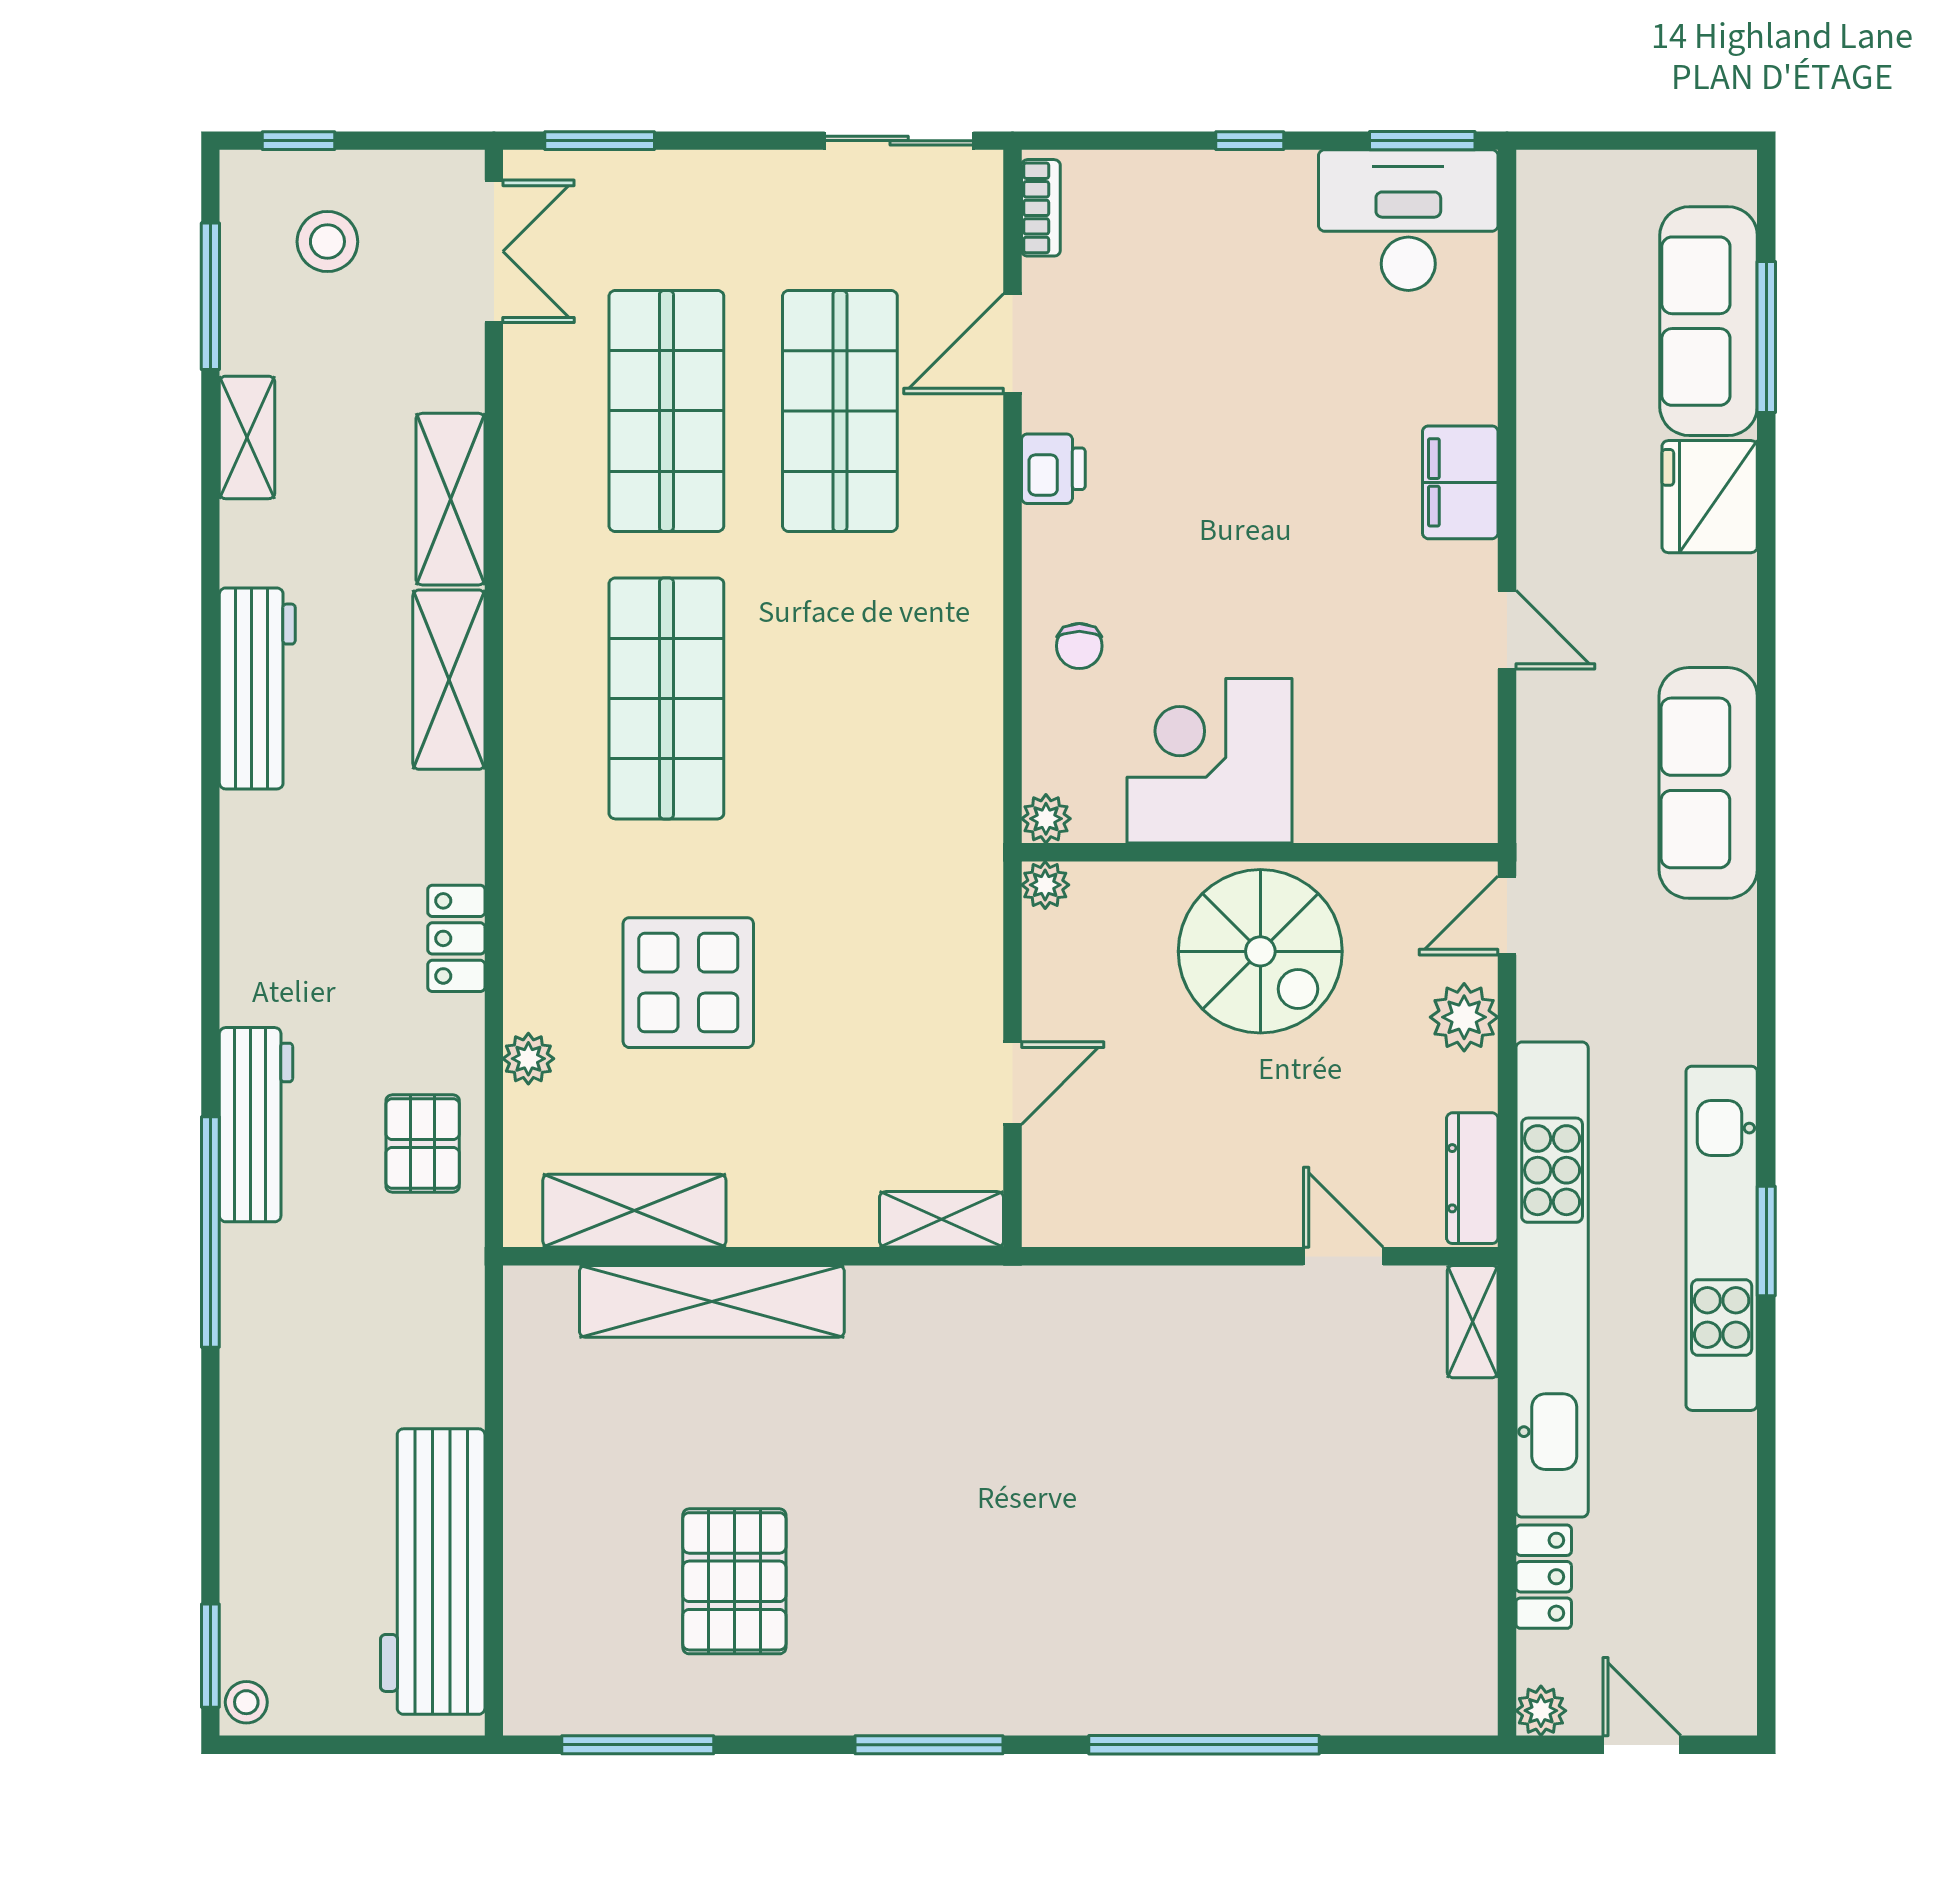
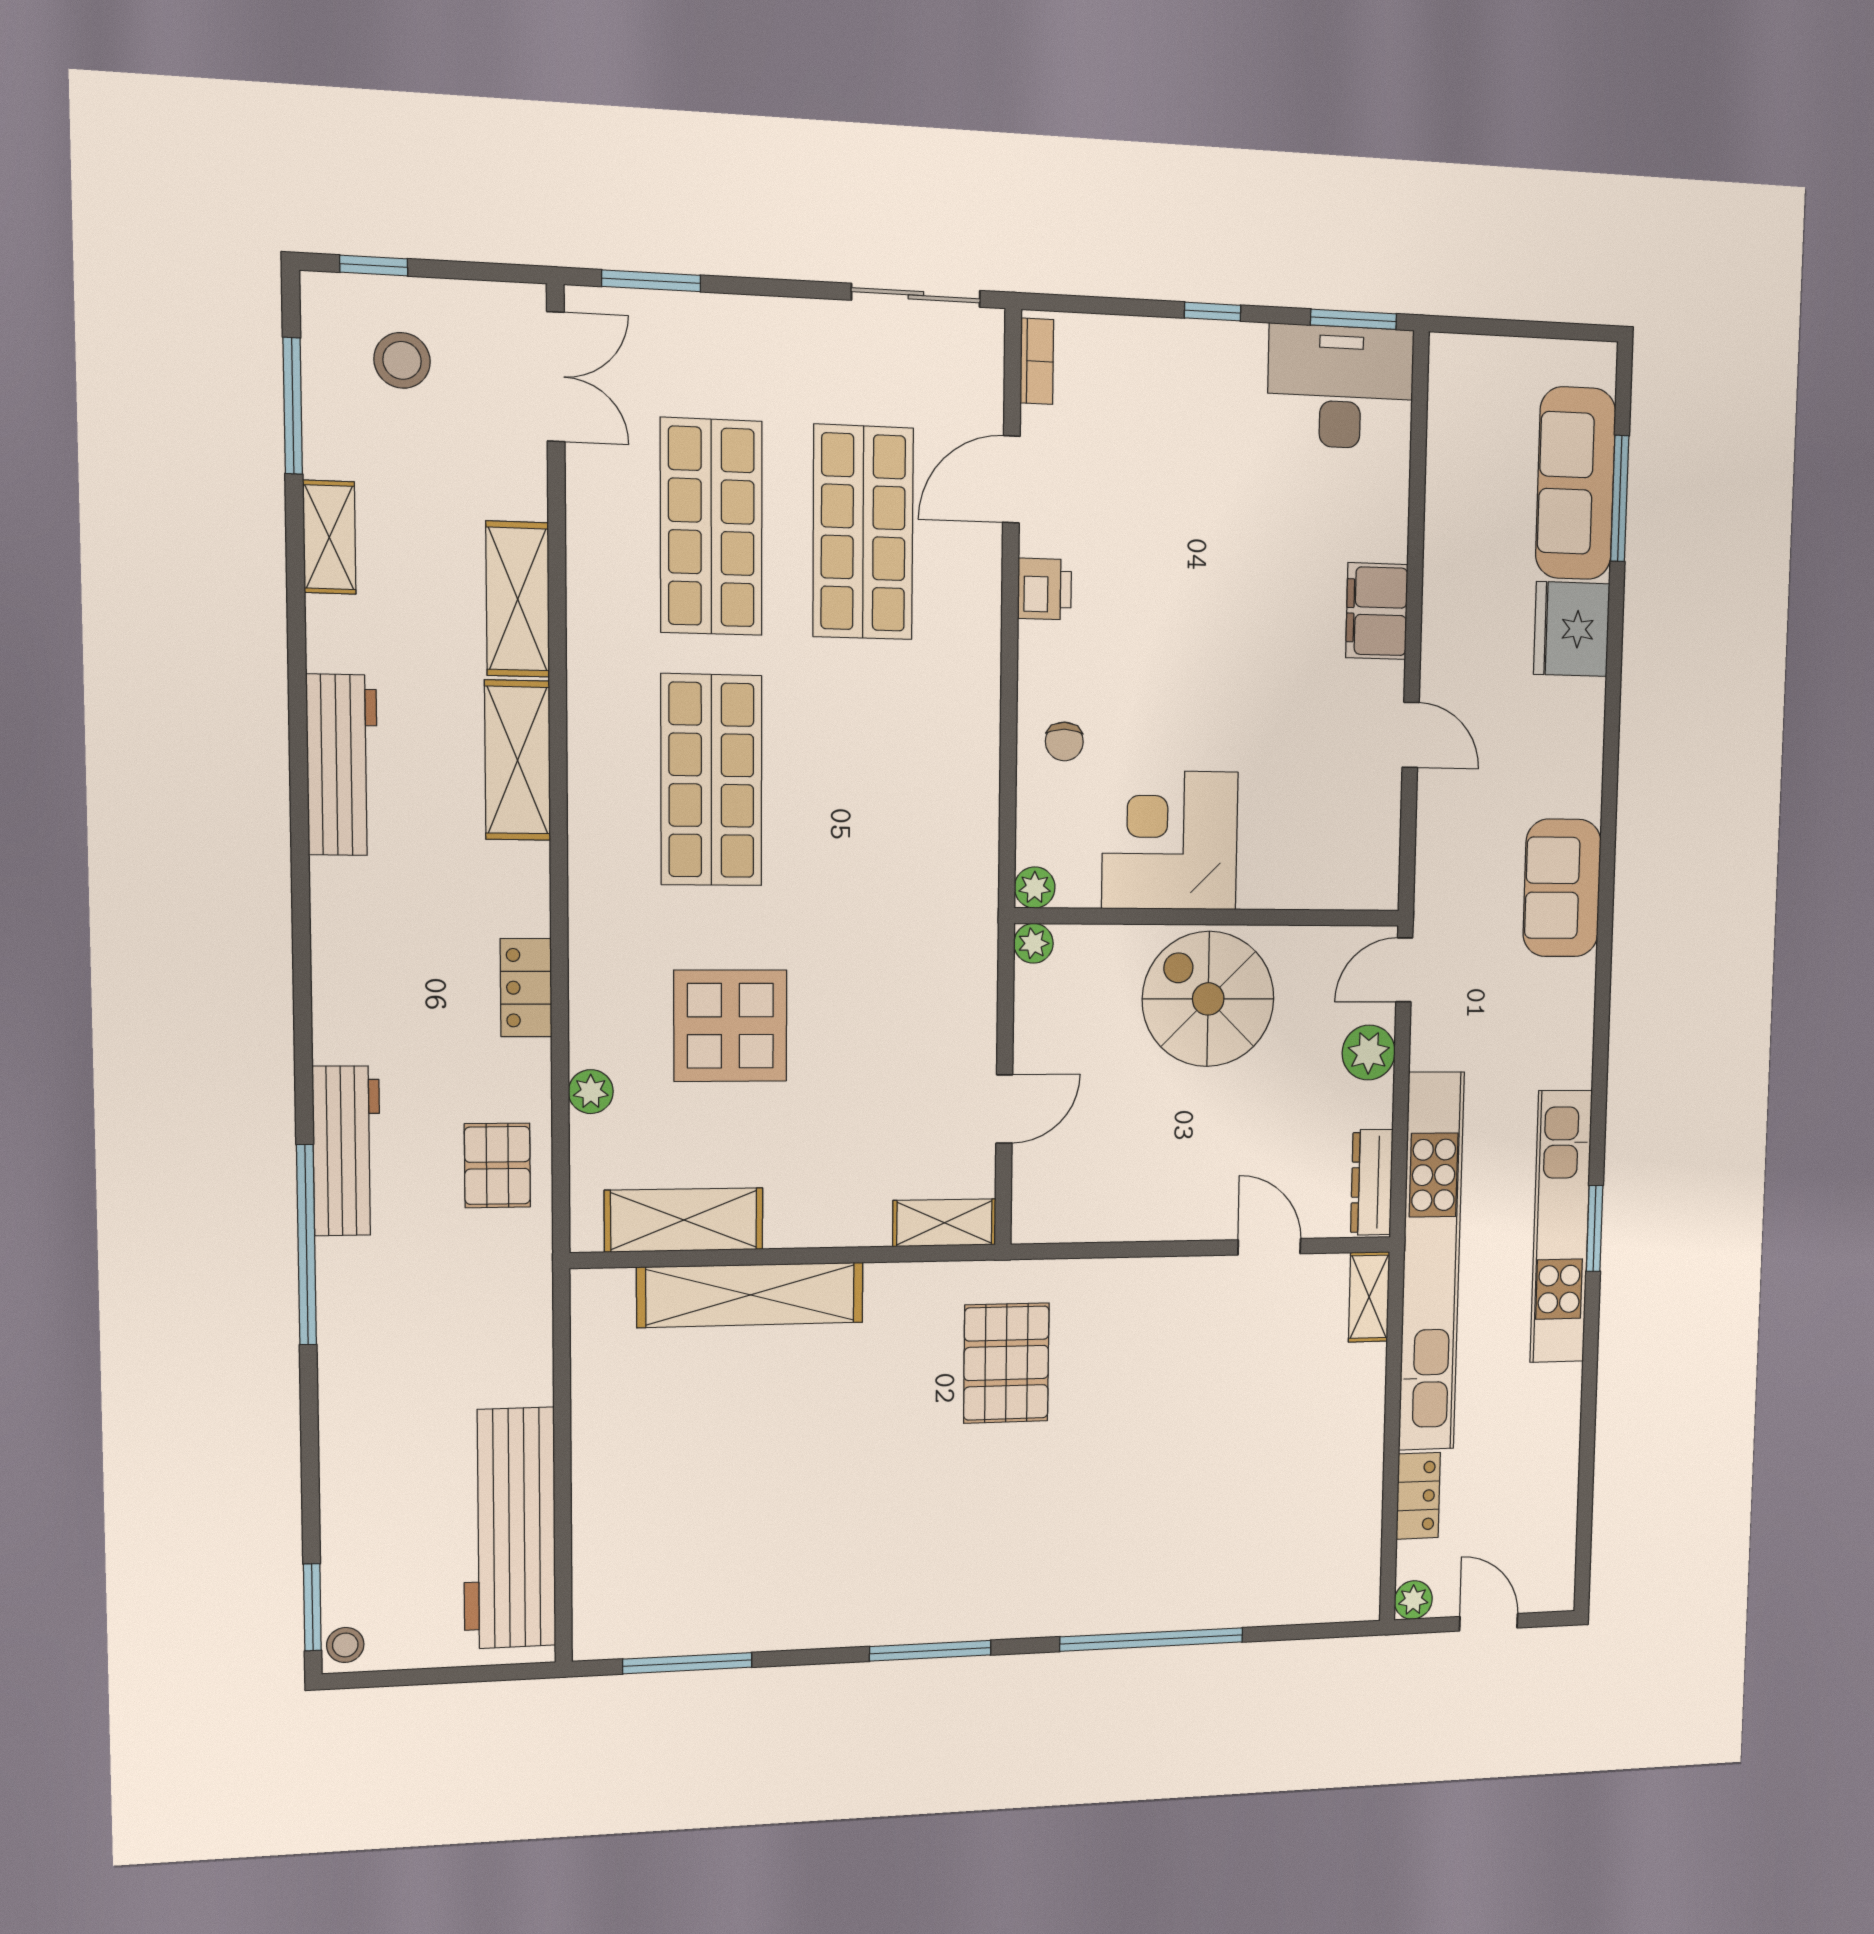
sofa: (1708, 783) -> (1562, 888), width x0.73
spiral stairs: (1260, 951) -> (1208, 999), turned 180
pallet: (734, 1581) -> (1006, 1363), moved

